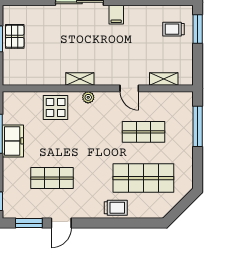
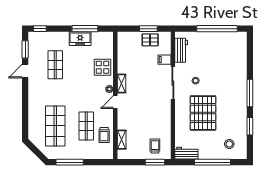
filing cabinet: (116, 15) -> (165, 60), moved
door: (129, 88) -> (115, 102), moved
window: (198, 126) -> (70, 162), moved
trolley: (116, 208) -> (104, 135), moved
door: (61, 223) -> (25, 71), hinge flipped

